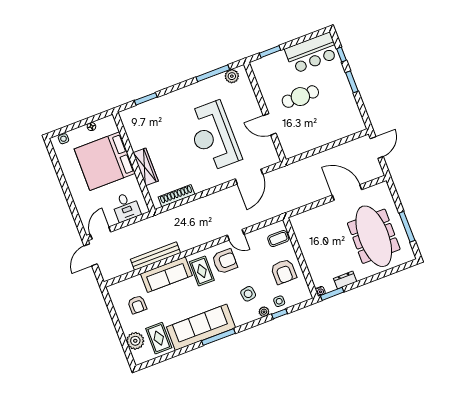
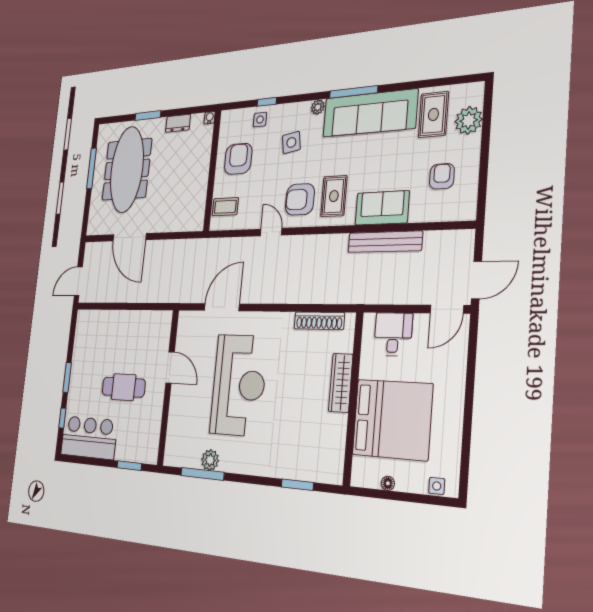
plant: (232, 76) -> (210, 460), moved
sofa: (166, 275) -> (382, 208), width x0.73
window: (332, 294) -> (148, 116), moved
plant: (264, 312) -> (318, 107), moved

